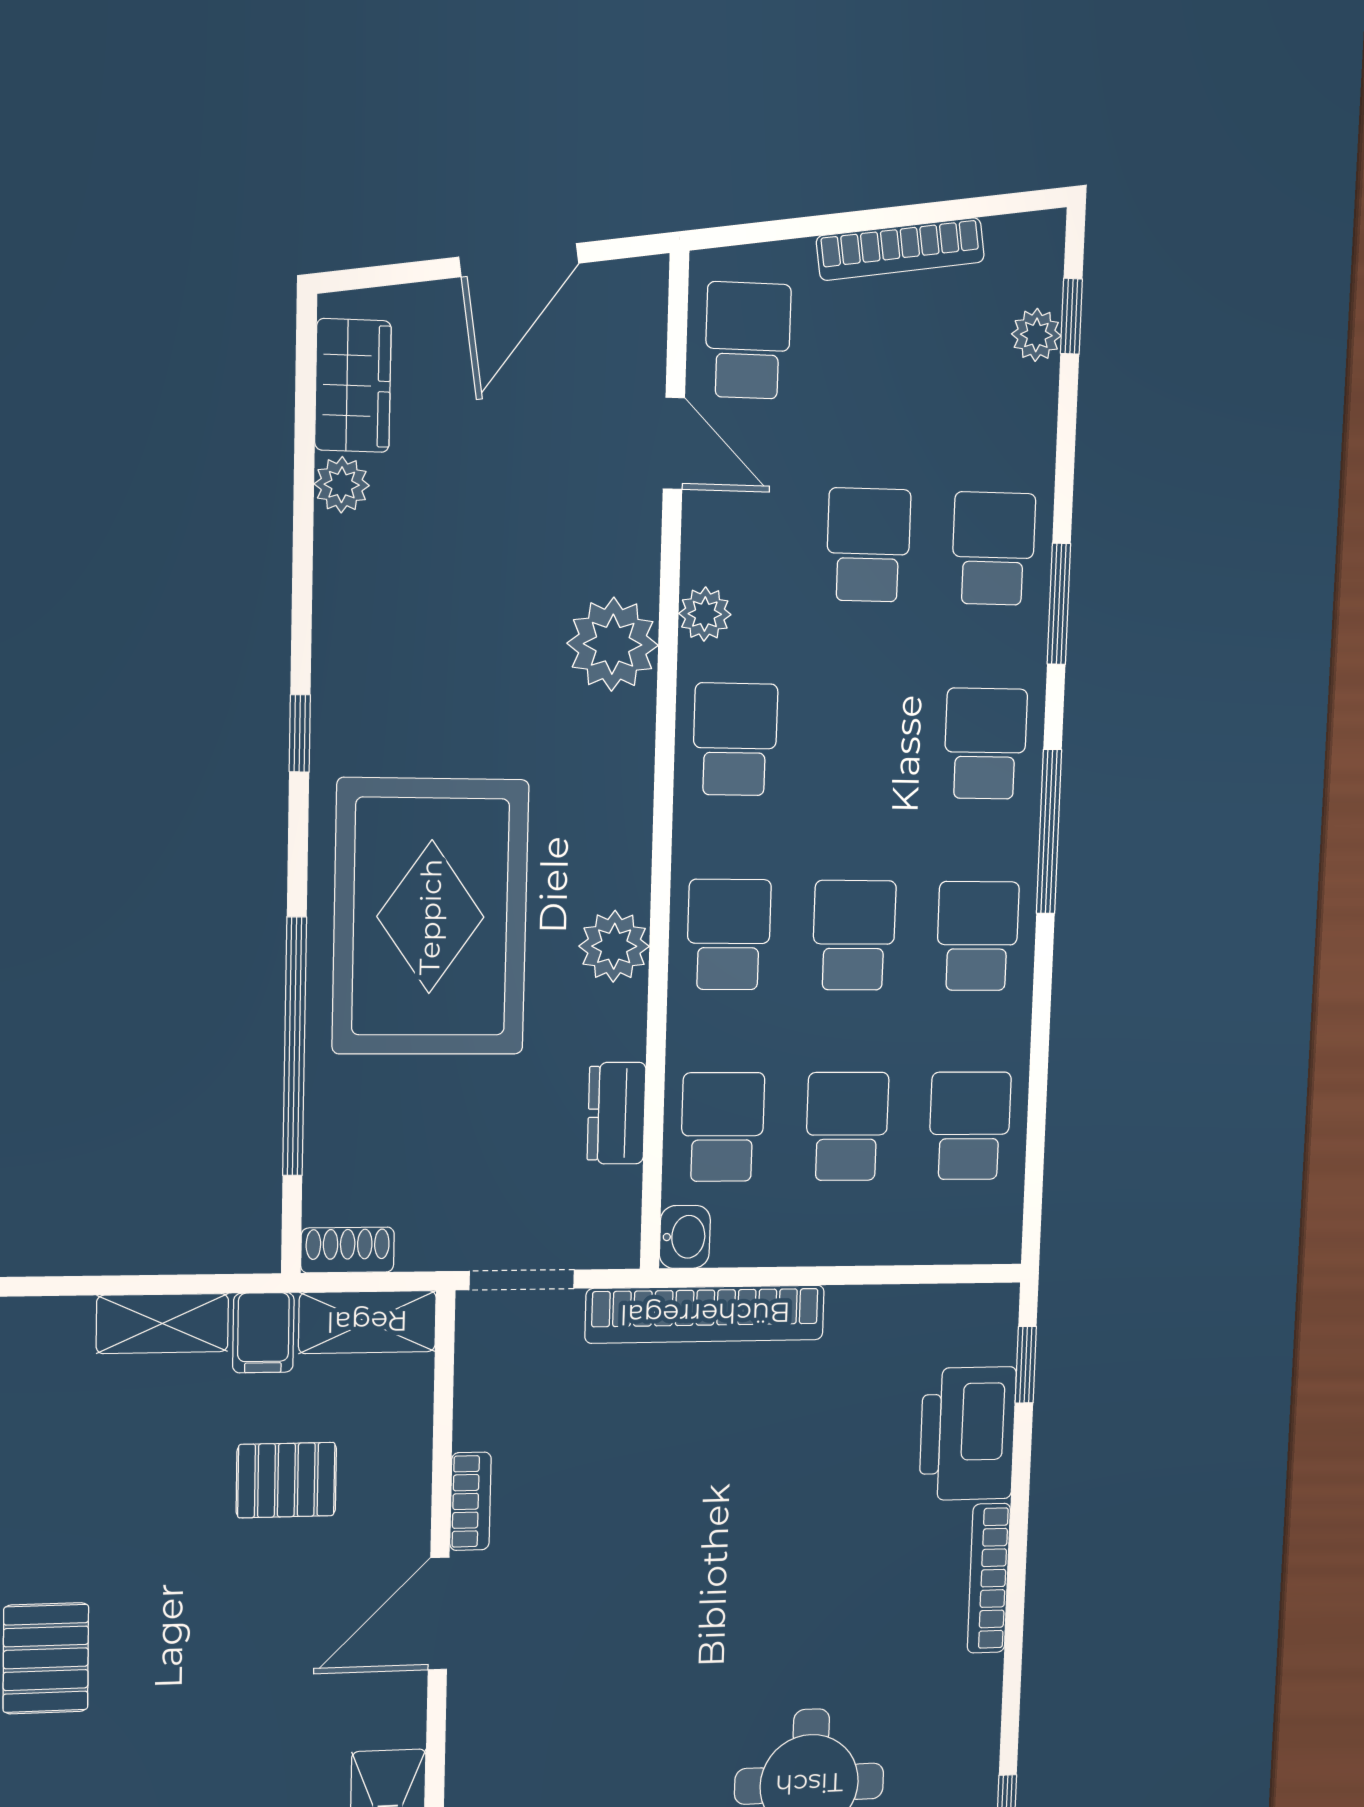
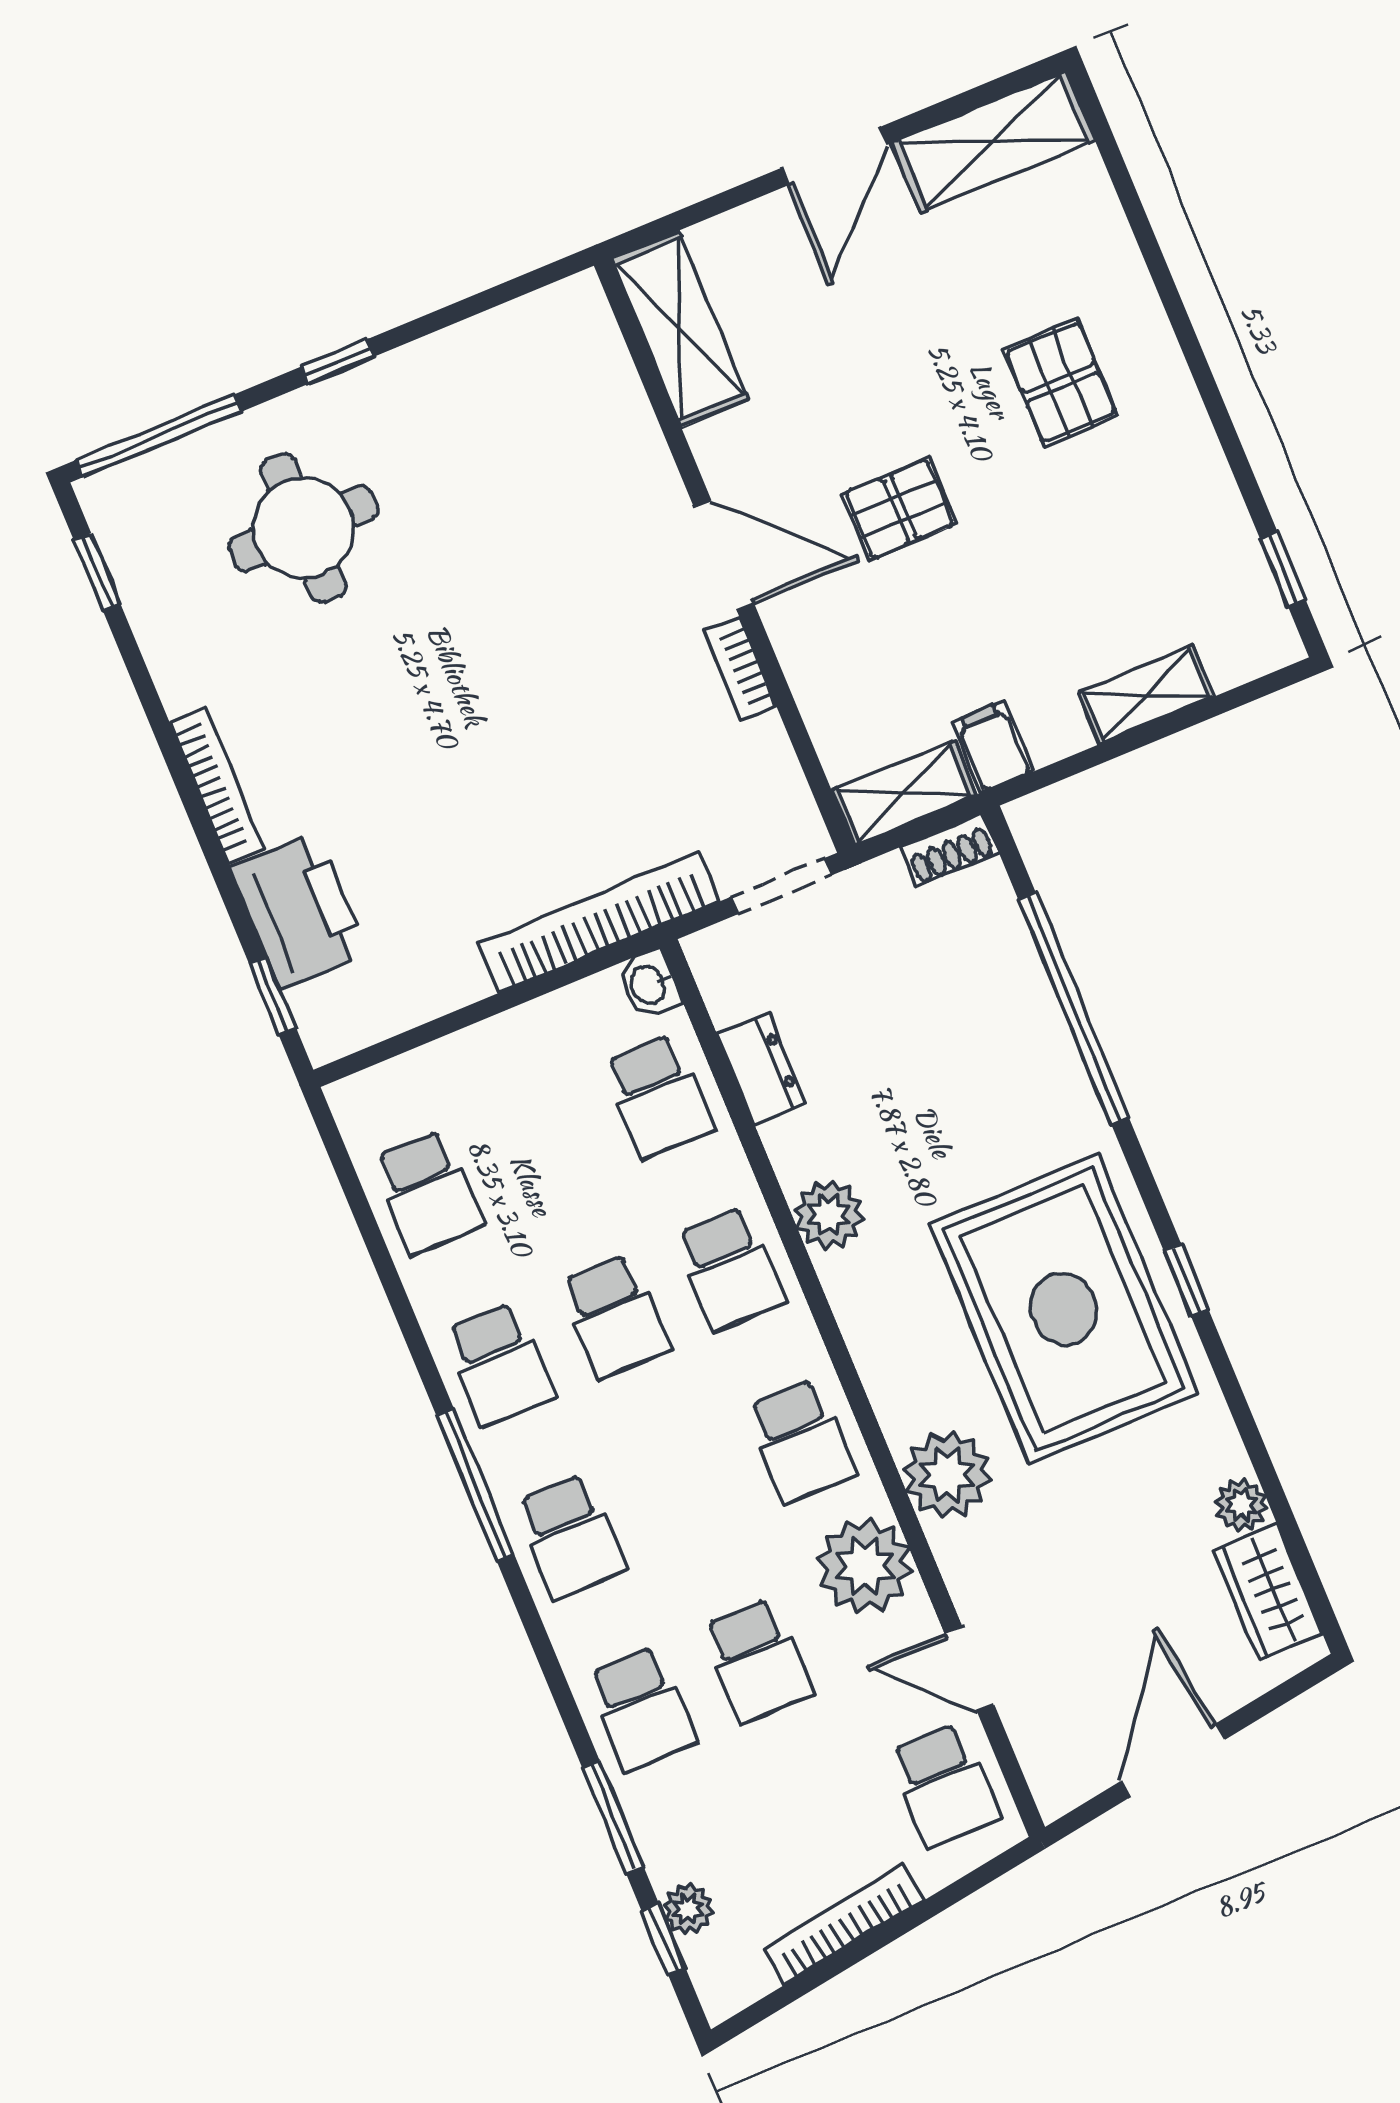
window: (1059, 604) -> (613, 1817), moved
plant: (705, 614) -> (865, 1566), width x1.87, depth x1.87
rug: (430, 917) -> (1064, 1309), moved
school desk: (847, 1126) -> (543, 1144), removed
shelving: (162, 1324) -> (1146, 695), moved
pallet: (286, 1480) -> (900, 509), moved
door: (439, 1614) -> (724, 556), hinge flipped

